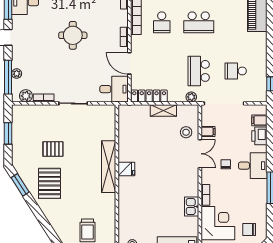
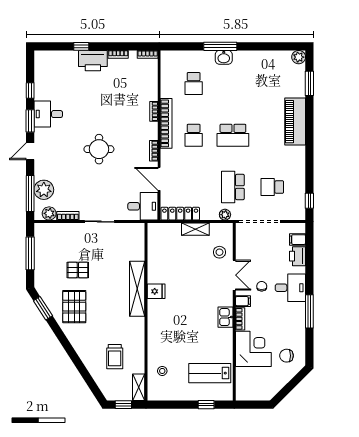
plant: (17, 74) -> (44, 190), width x1.88, depth x1.88
filing cabinet: (208, 131) -> (243, 301), moved
window: (8, 133) -> (30, 253), width x1.44
kitchen sink: (192, 207) -> (225, 317), moved

